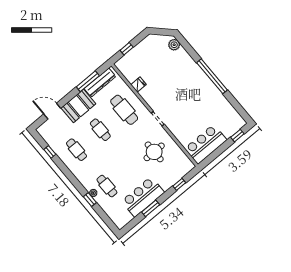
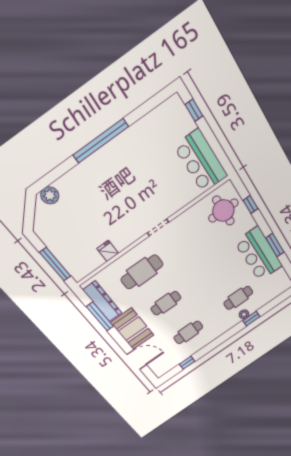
window: (127, 49) -> (55, 264), width x2.17
door: (52, 111) -> (137, 360), swing flipped
round table: (154, 152) -> (223, 211), moved

